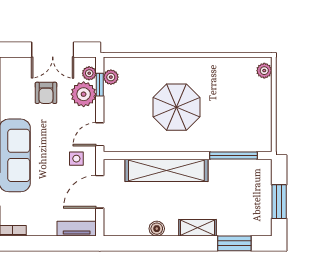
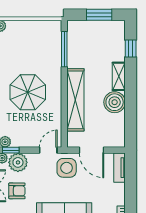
door: (100, 134) -> (48, 150), swing flipped
side table: (76, 159) -> (67, 168), width x1.87, depth x1.87
boiler: (157, 229) -> (115, 102), width x1.86, depth x1.86
window: (234, 243) -> (131, 49), width x0.67

